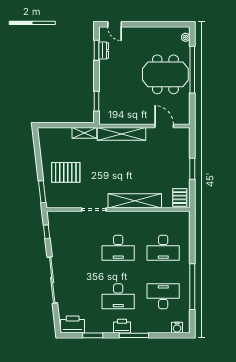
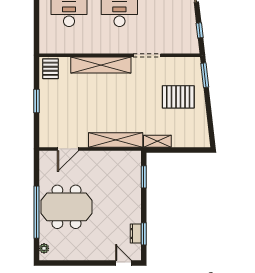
door: (164, 126) -> (68, 149), hinge flipped

